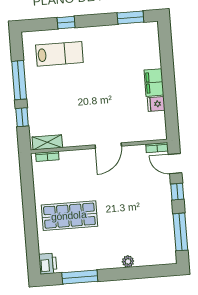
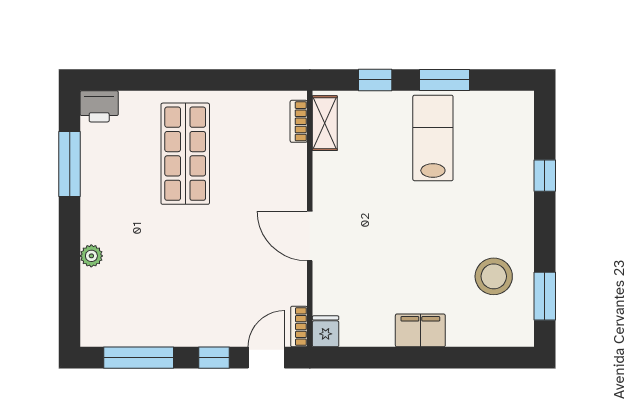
stool: (122, 46) -> (494, 276), added
lab bench: (59, 54) -> (433, 138), moved, turned 180
window: (19, 80) -> (445, 80), width x0.69
fridge: (156, 104) -> (326, 331), moved

